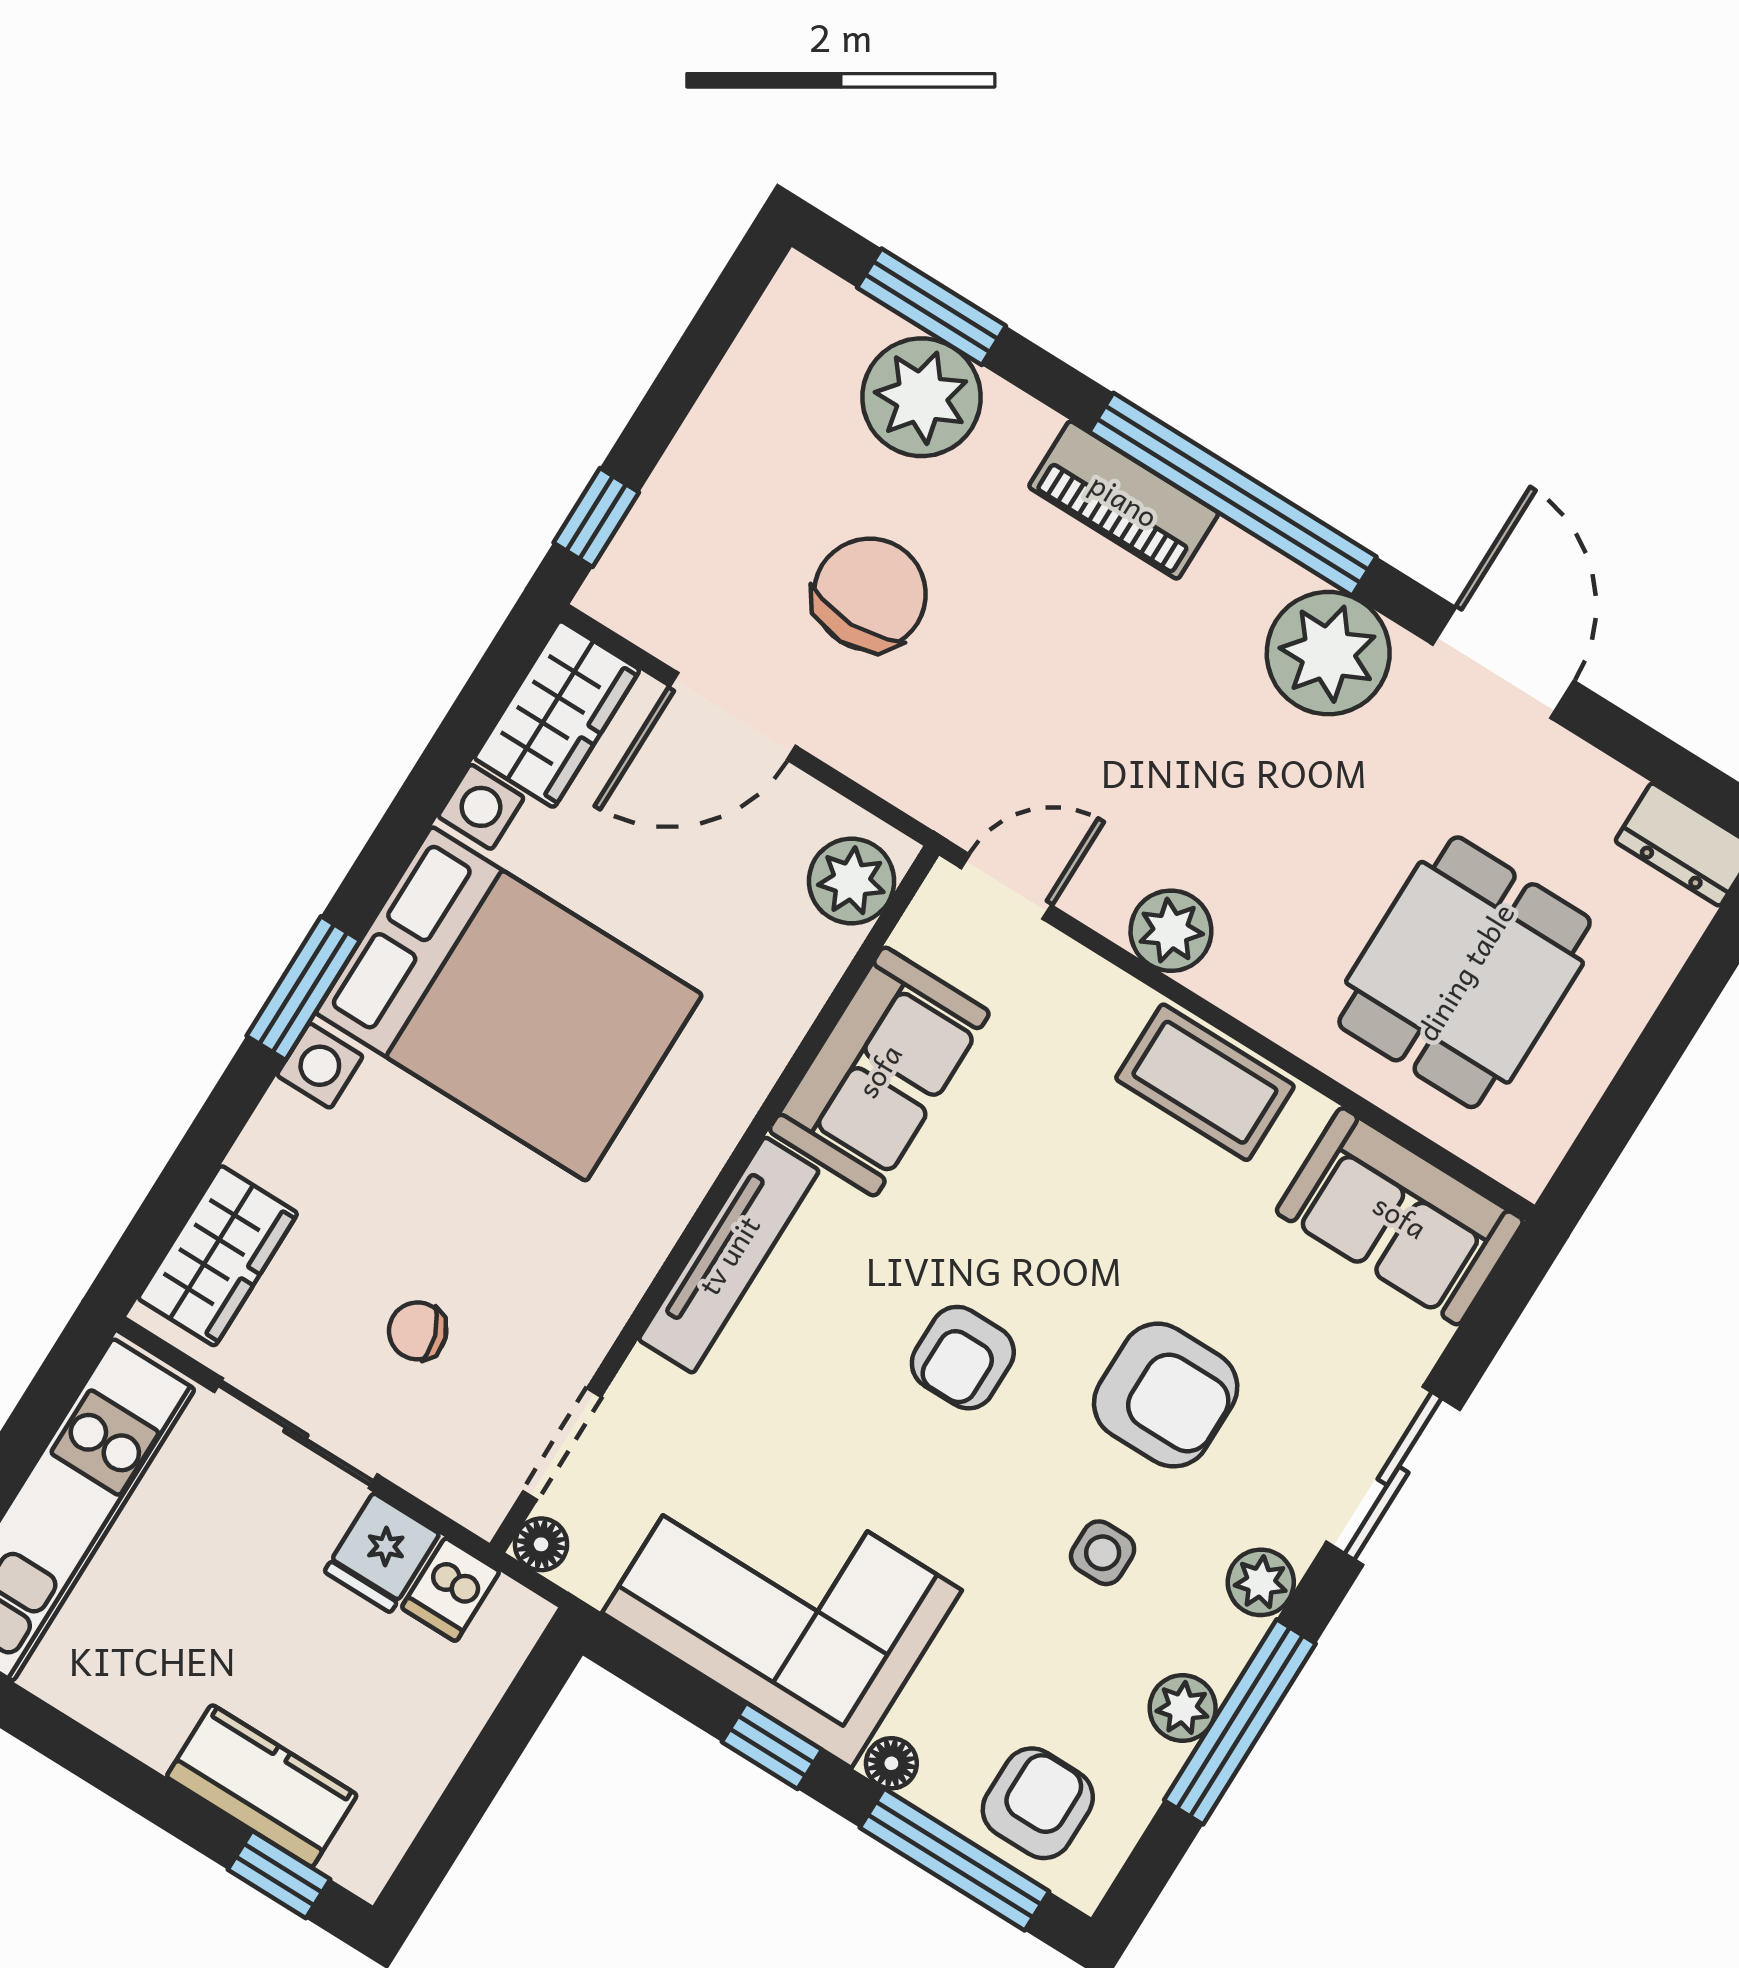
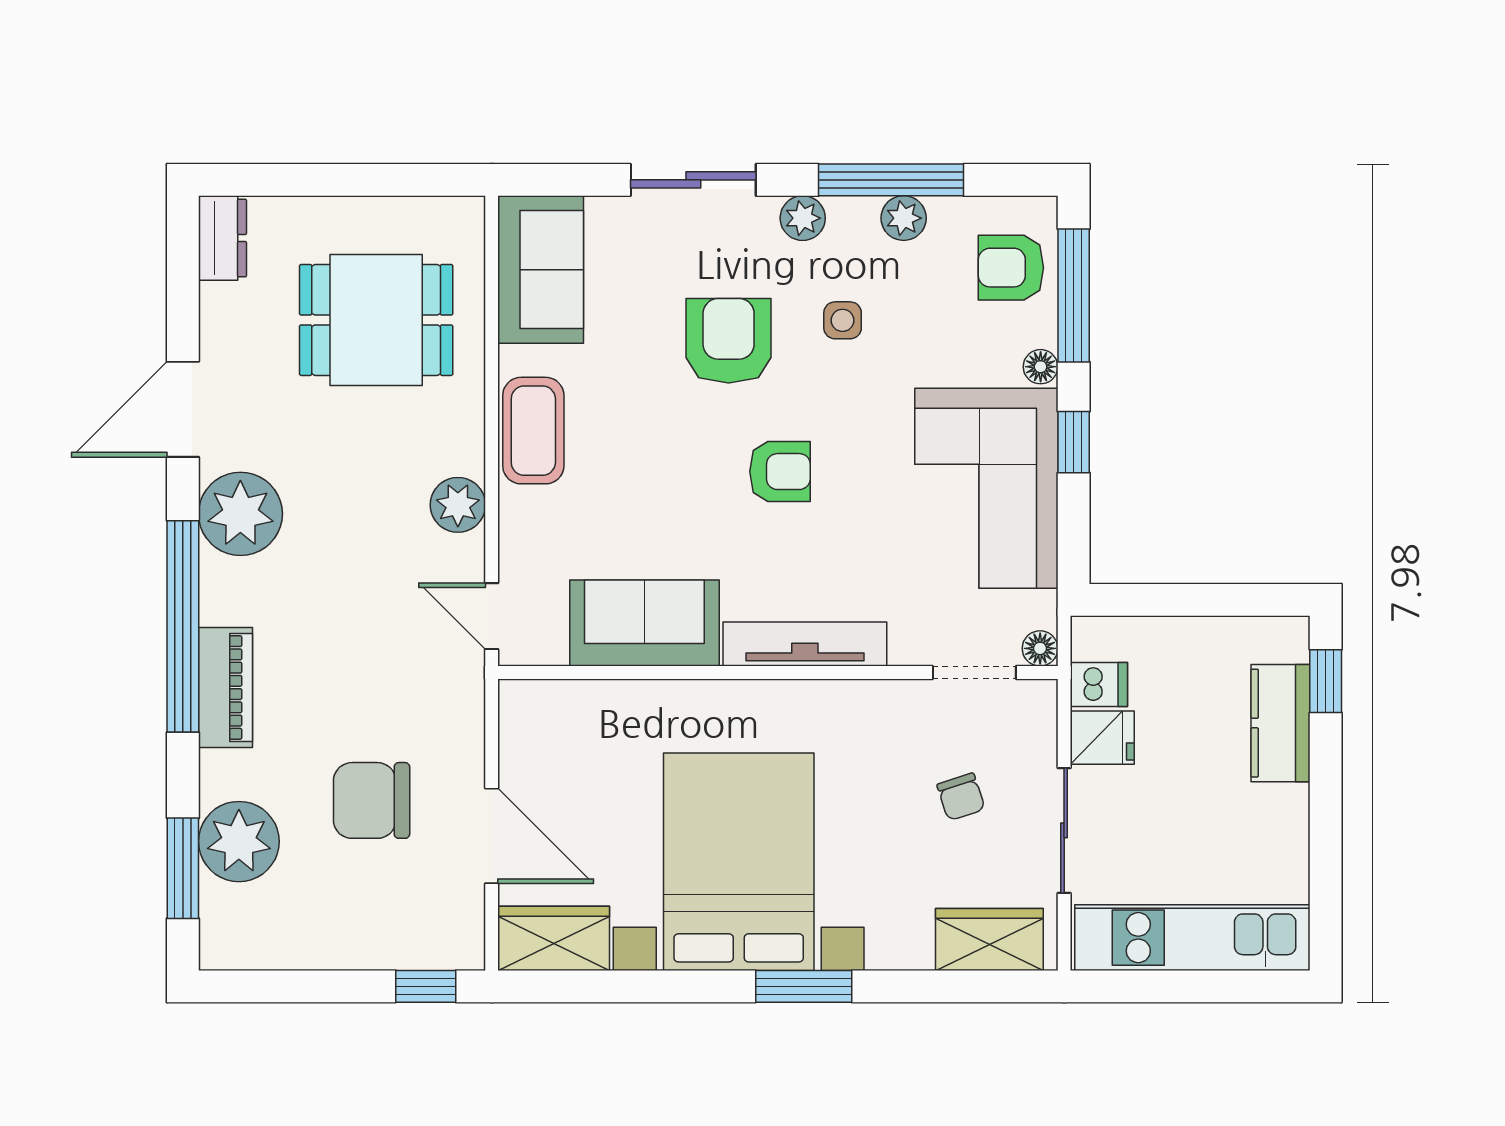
plant: (852, 881) -> (544, 708), removed

